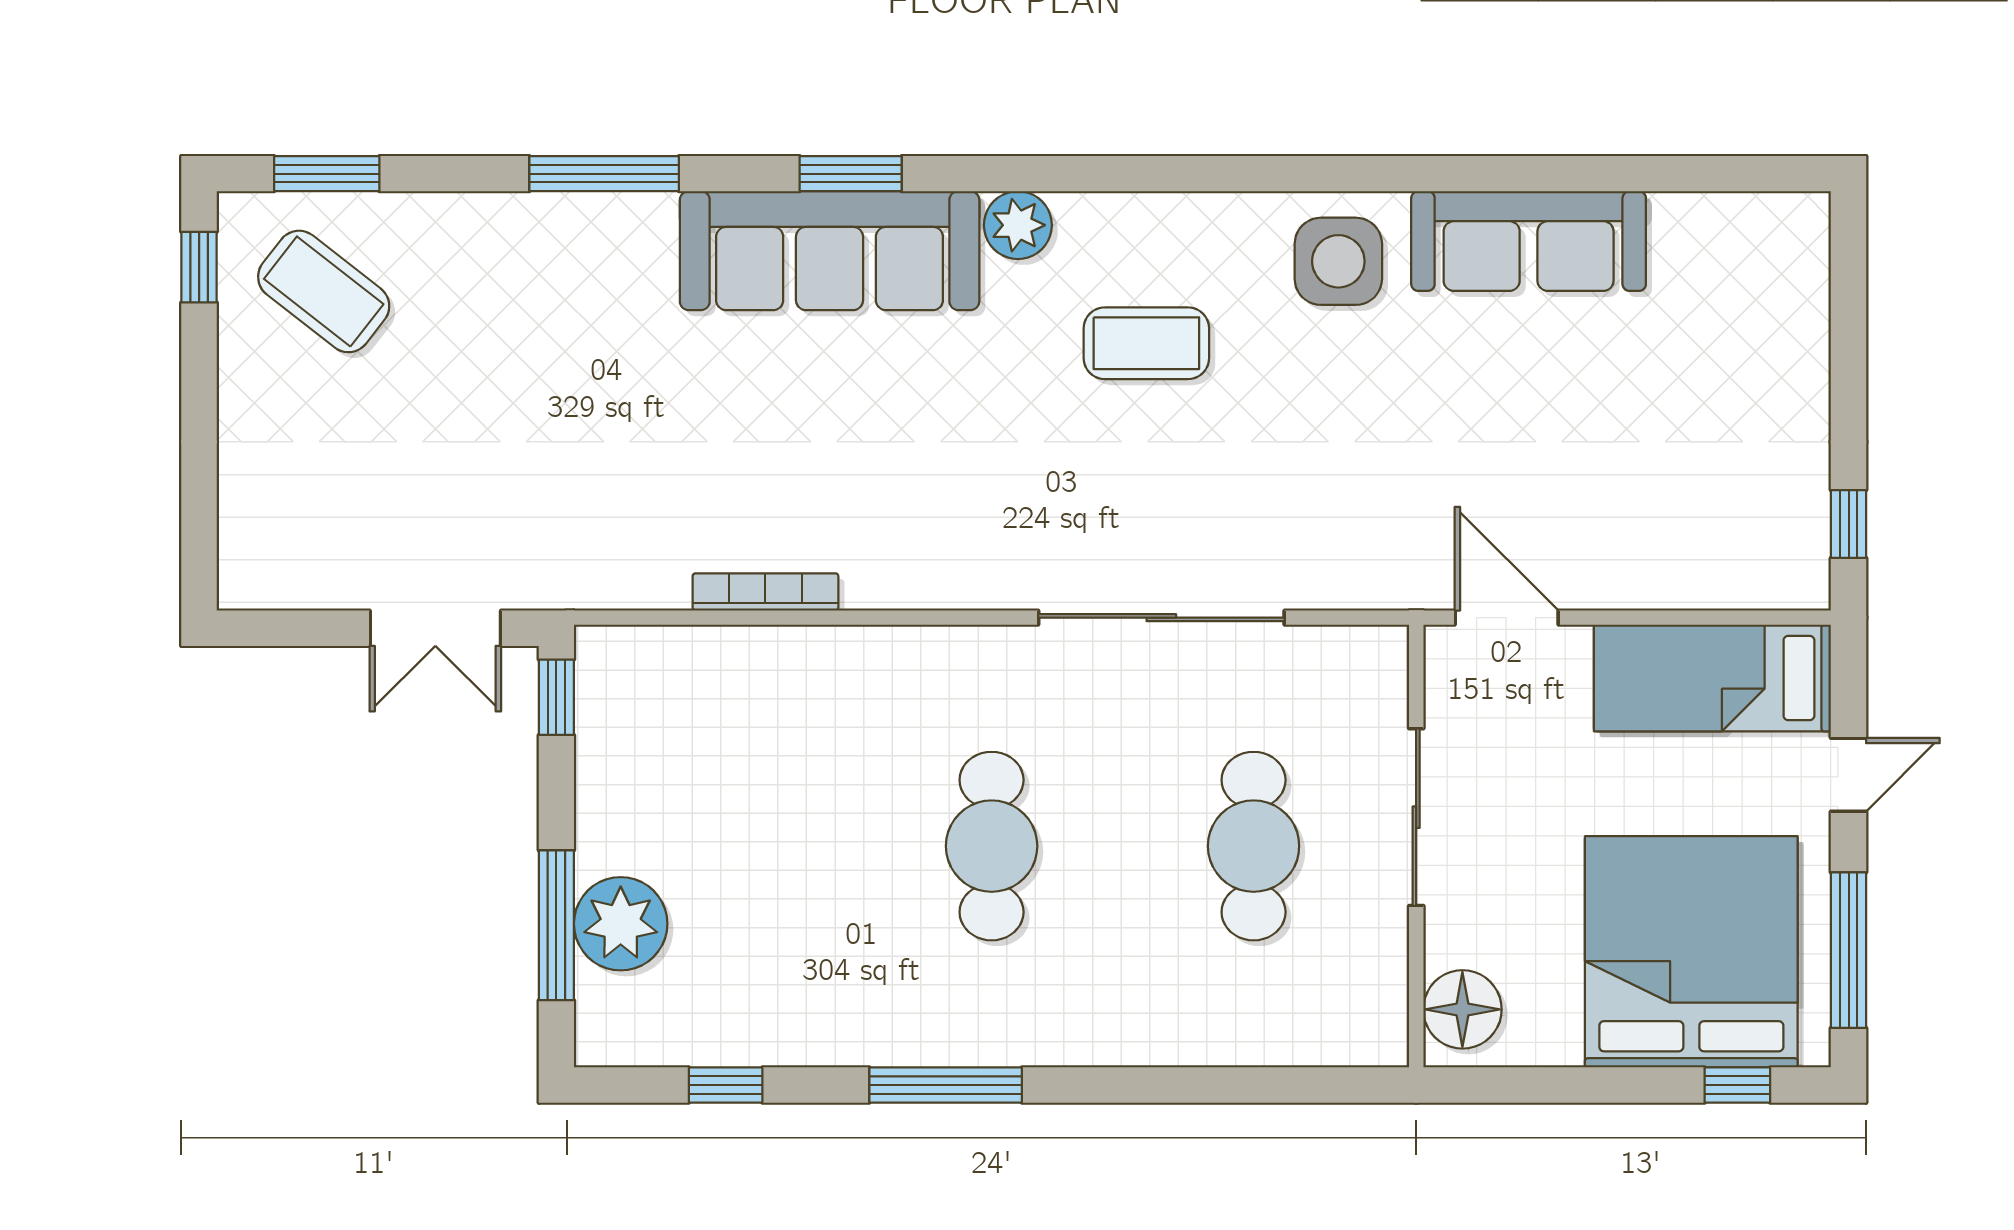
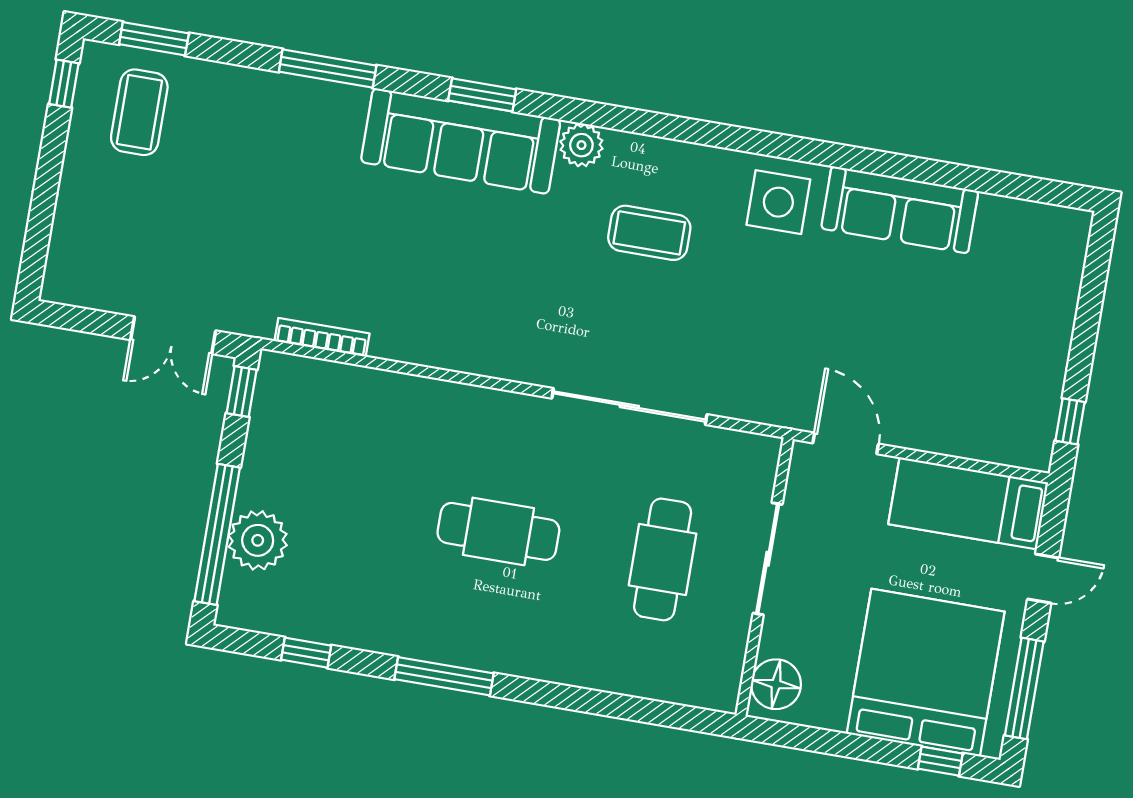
coffee table: (324, 291) -> (139, 112), turned 52
bookcase: (765, 592) -> (322, 337), moved
cafe table: (992, 846) -> (498, 531), turned 90
window: (556, 925) -> (217, 534), width x1.46

